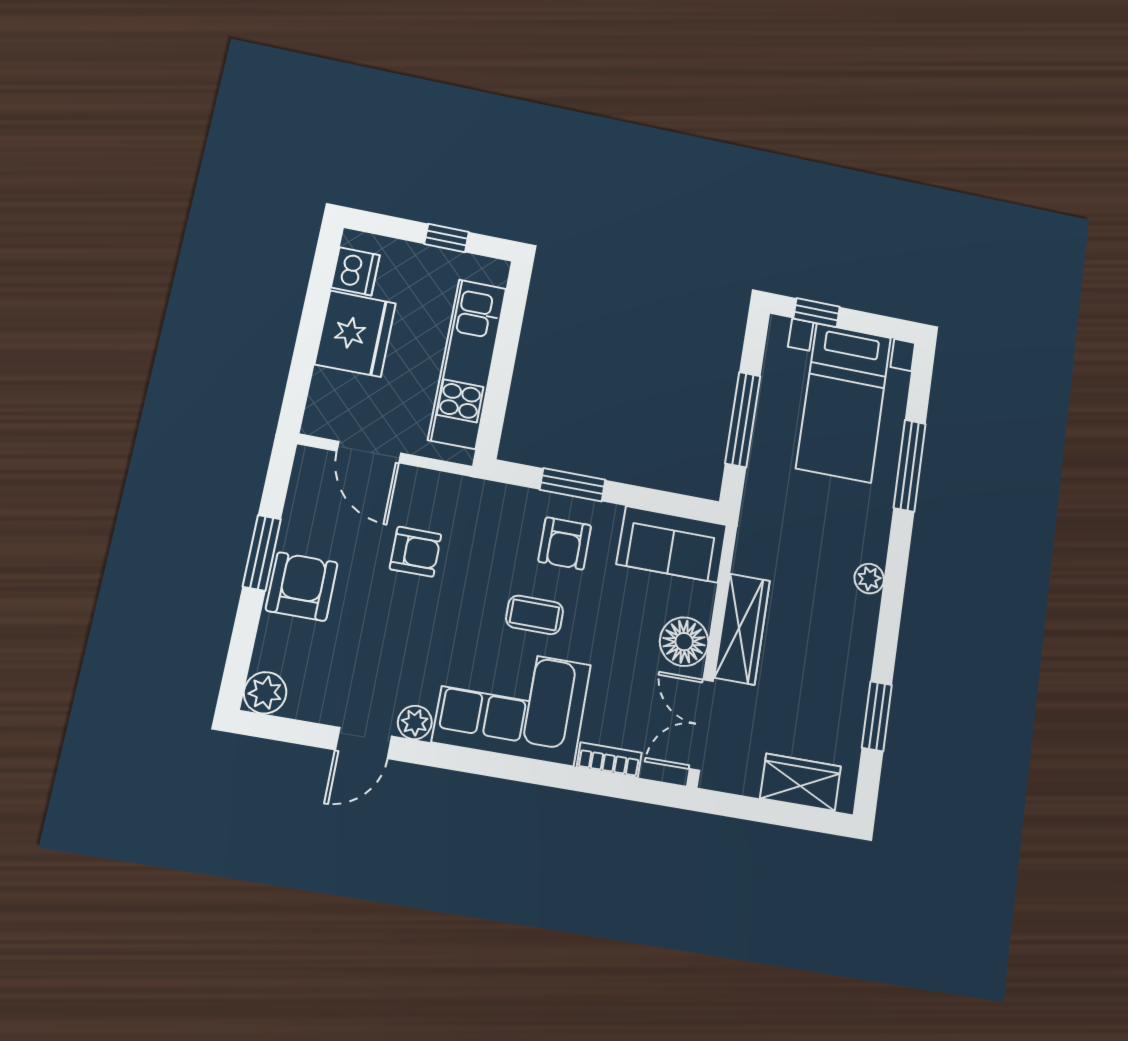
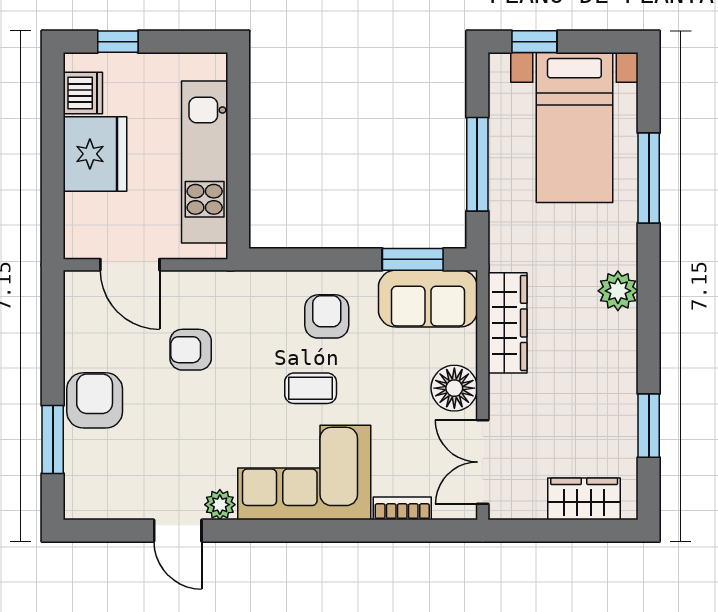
window: (447, 238) -> (118, 42), moved
window: (573, 485) -> (413, 259), moved
armchair: (565, 543) -> (327, 316), turned 180
armchair: (415, 552) -> (191, 350), turned 180
window: (262, 553) -> (53, 440), moved
plant: (869, 579) -> (618, 291), width x1.38, depth x1.38
wardrobe: (742, 629) -> (508, 323), moved
plant: (265, 693) -> (82, 501), removed
door: (363, 743) -> (178, 531), hinge flipped

